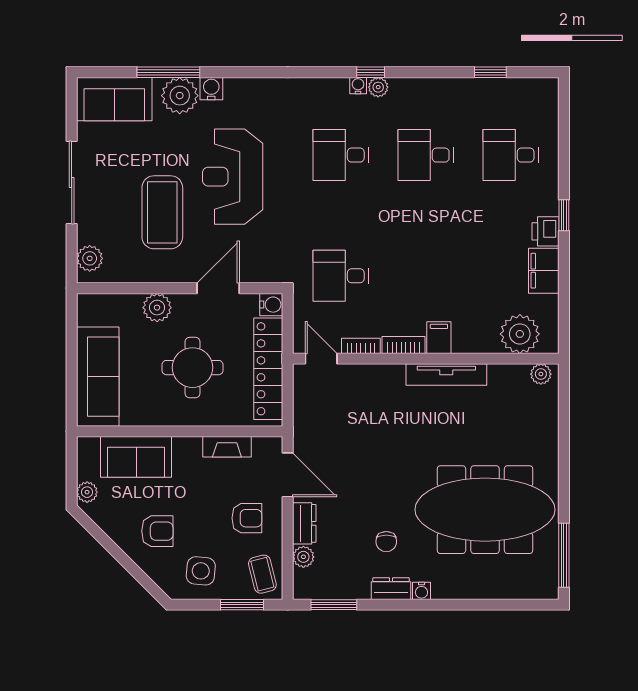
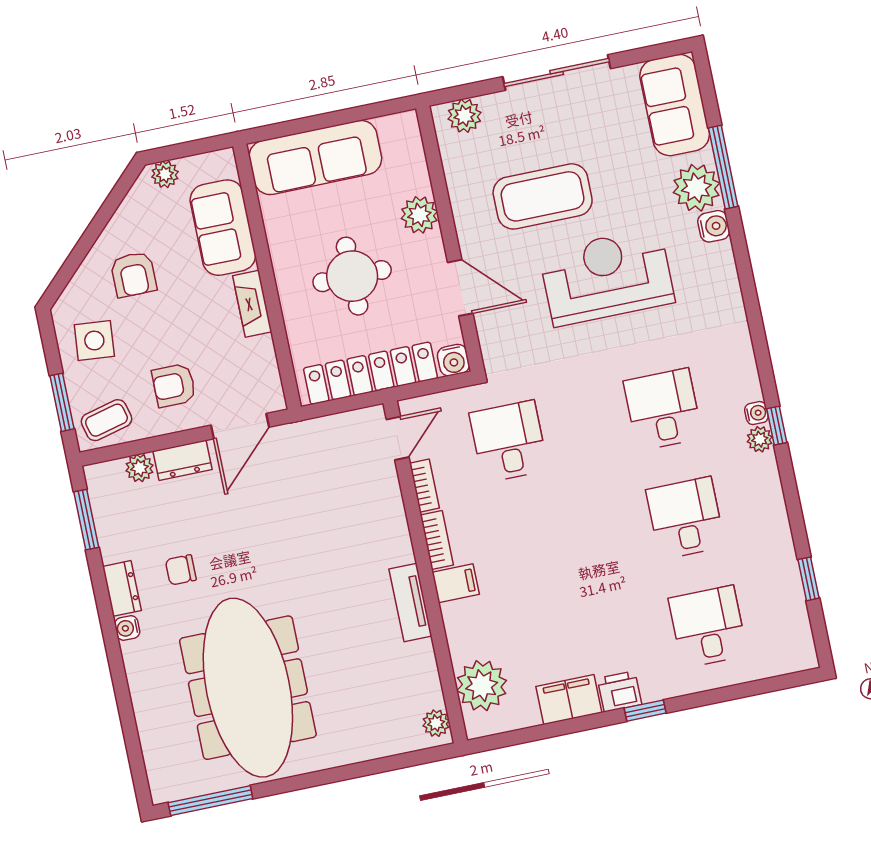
tv unit: (446, 374) -> (410, 602), width x0.71
fireplace: (227, 447) -> (252, 304), moved
armchair: (247, 518) -> (174, 385), turned 90

